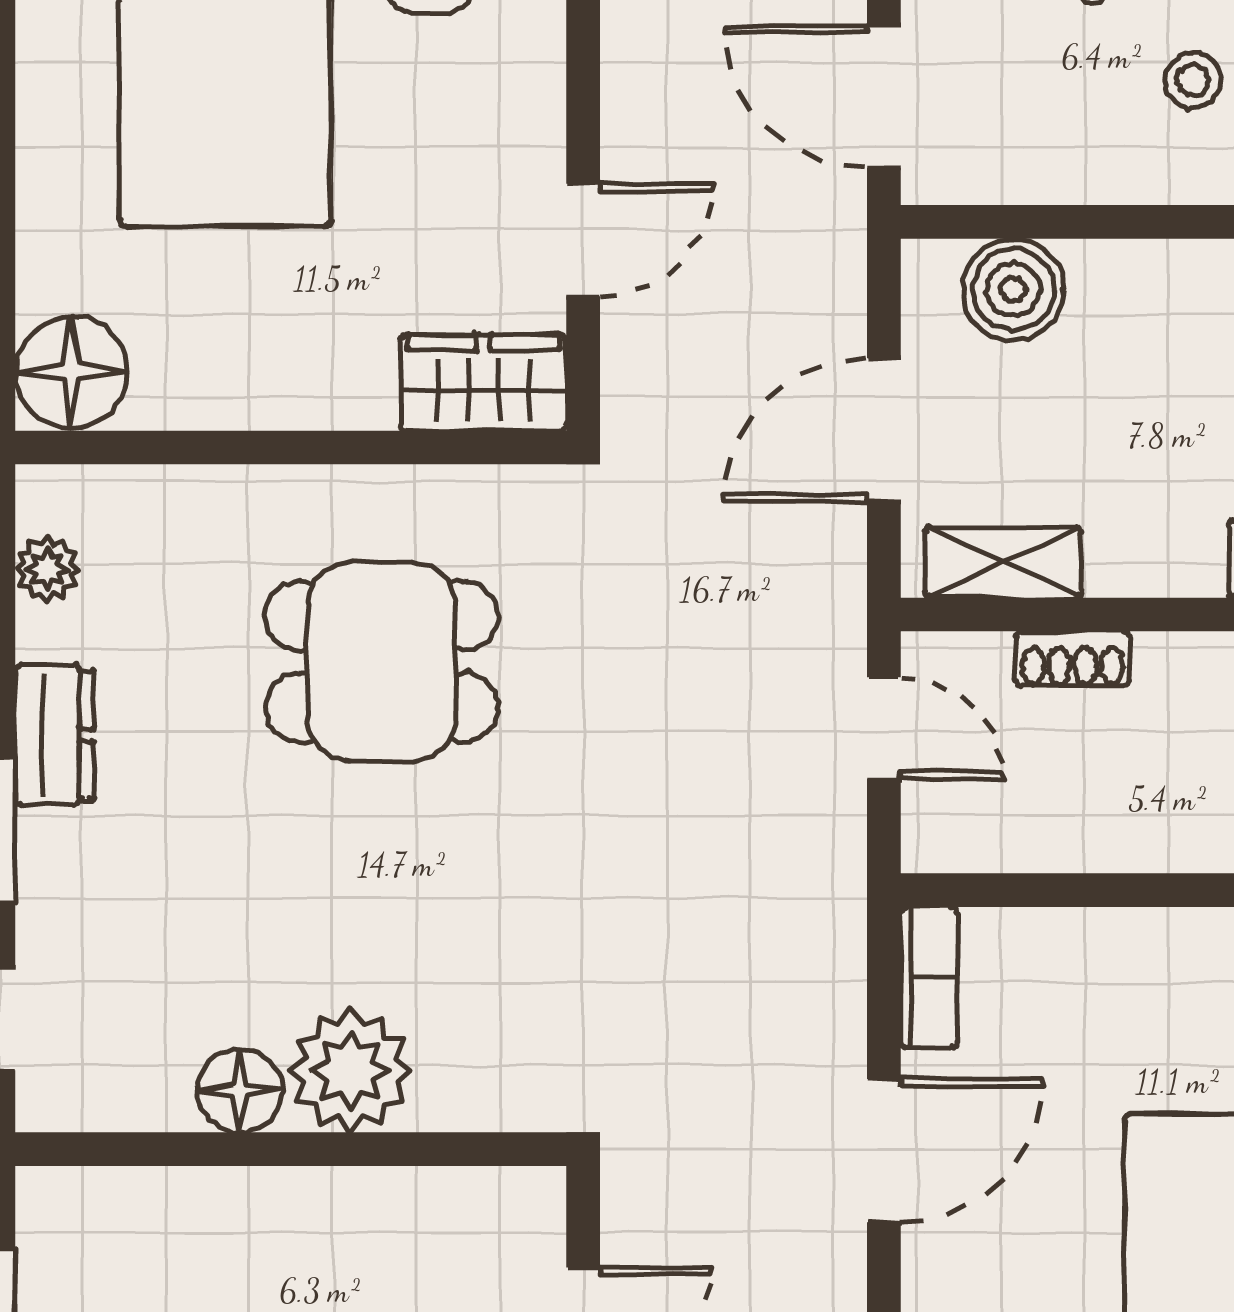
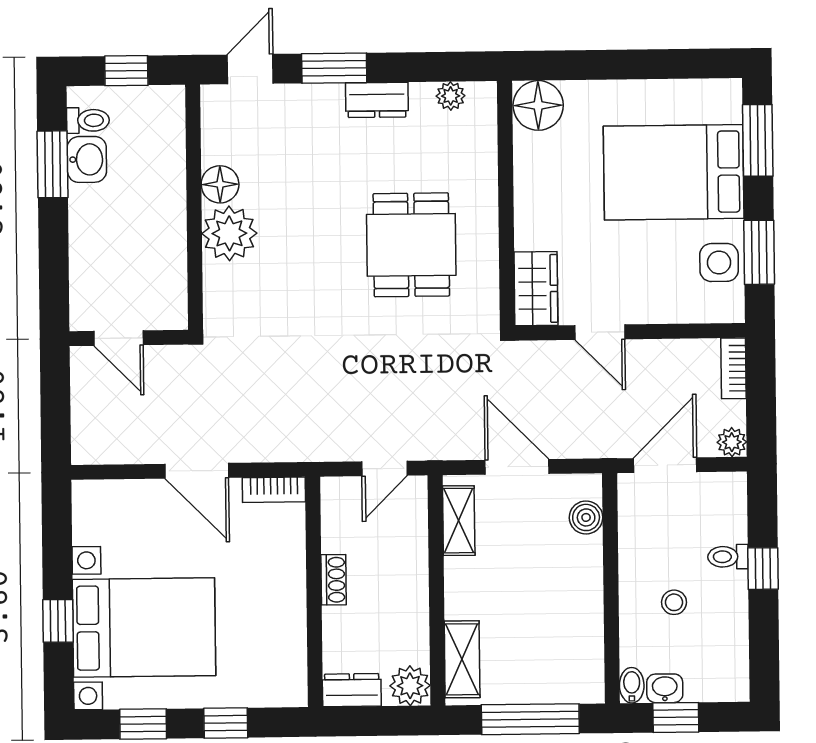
boiler: (1013, 290) -> (586, 517), width x0.73, depth x0.73
shoe rack: (1073, 659) -> (334, 580), moved, turned 180

